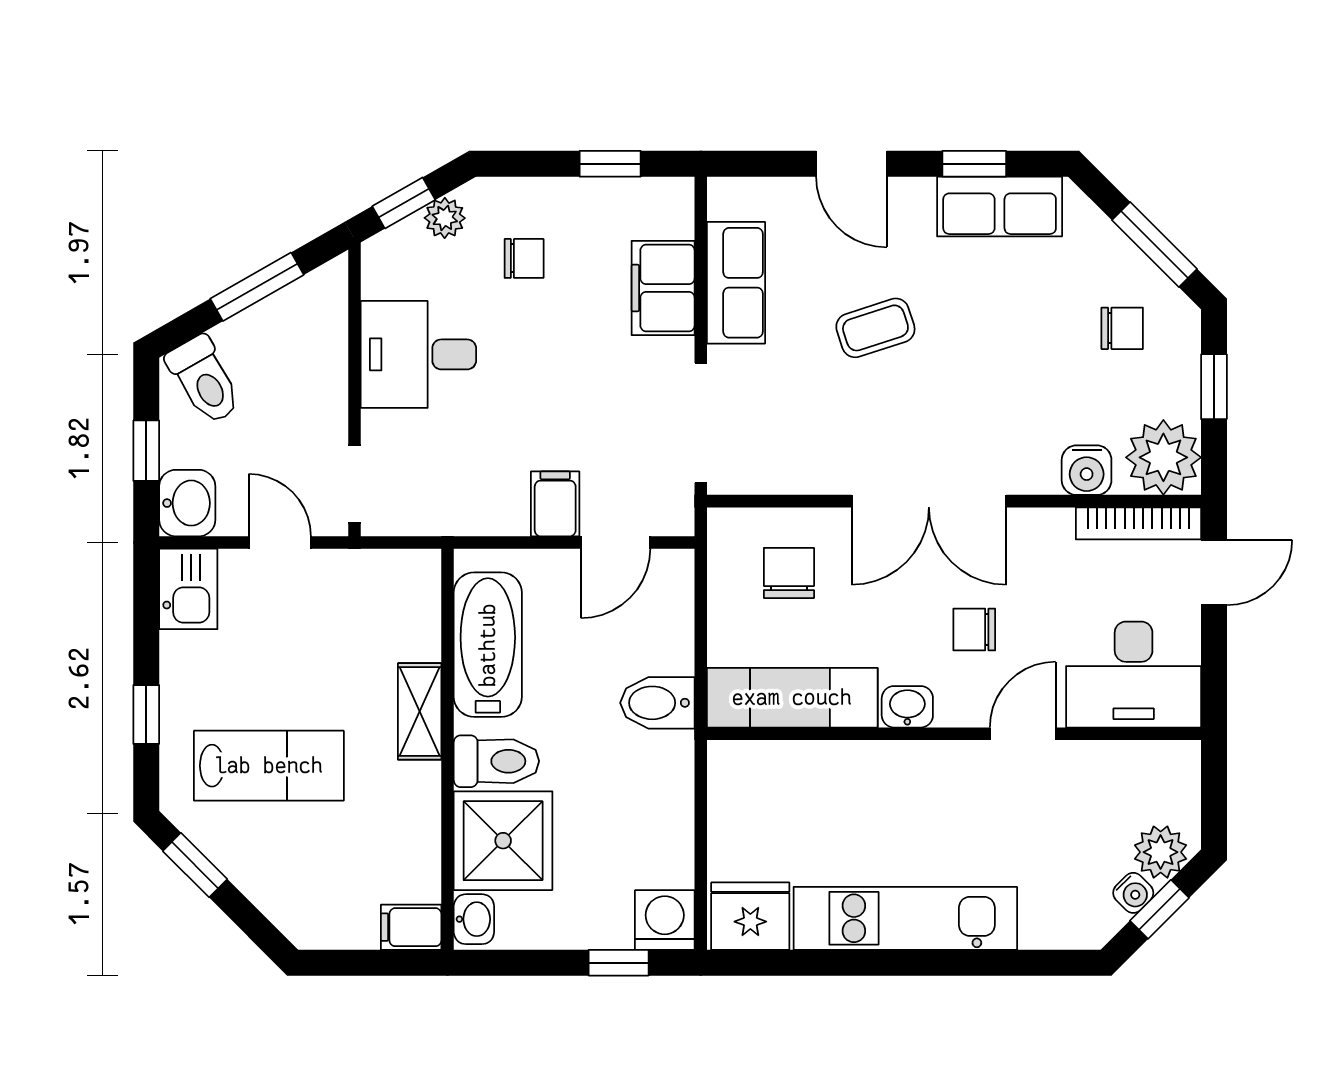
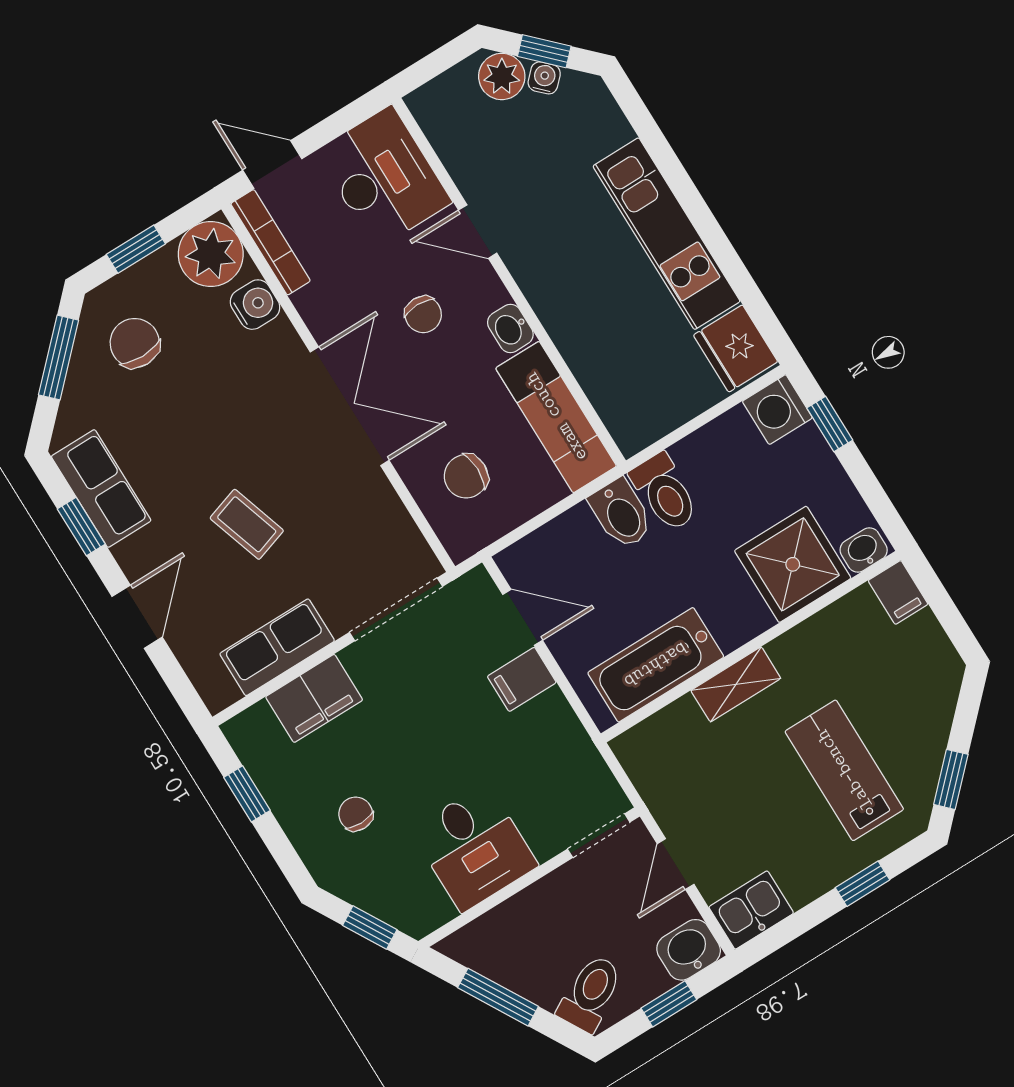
plant: (445, 218) -> (362, 891), removed
chair: (1122, 328) -> (135, 343), width x1.37, depth x1.37
toilet: (496, 761) -> (665, 492), moved, turned 180

